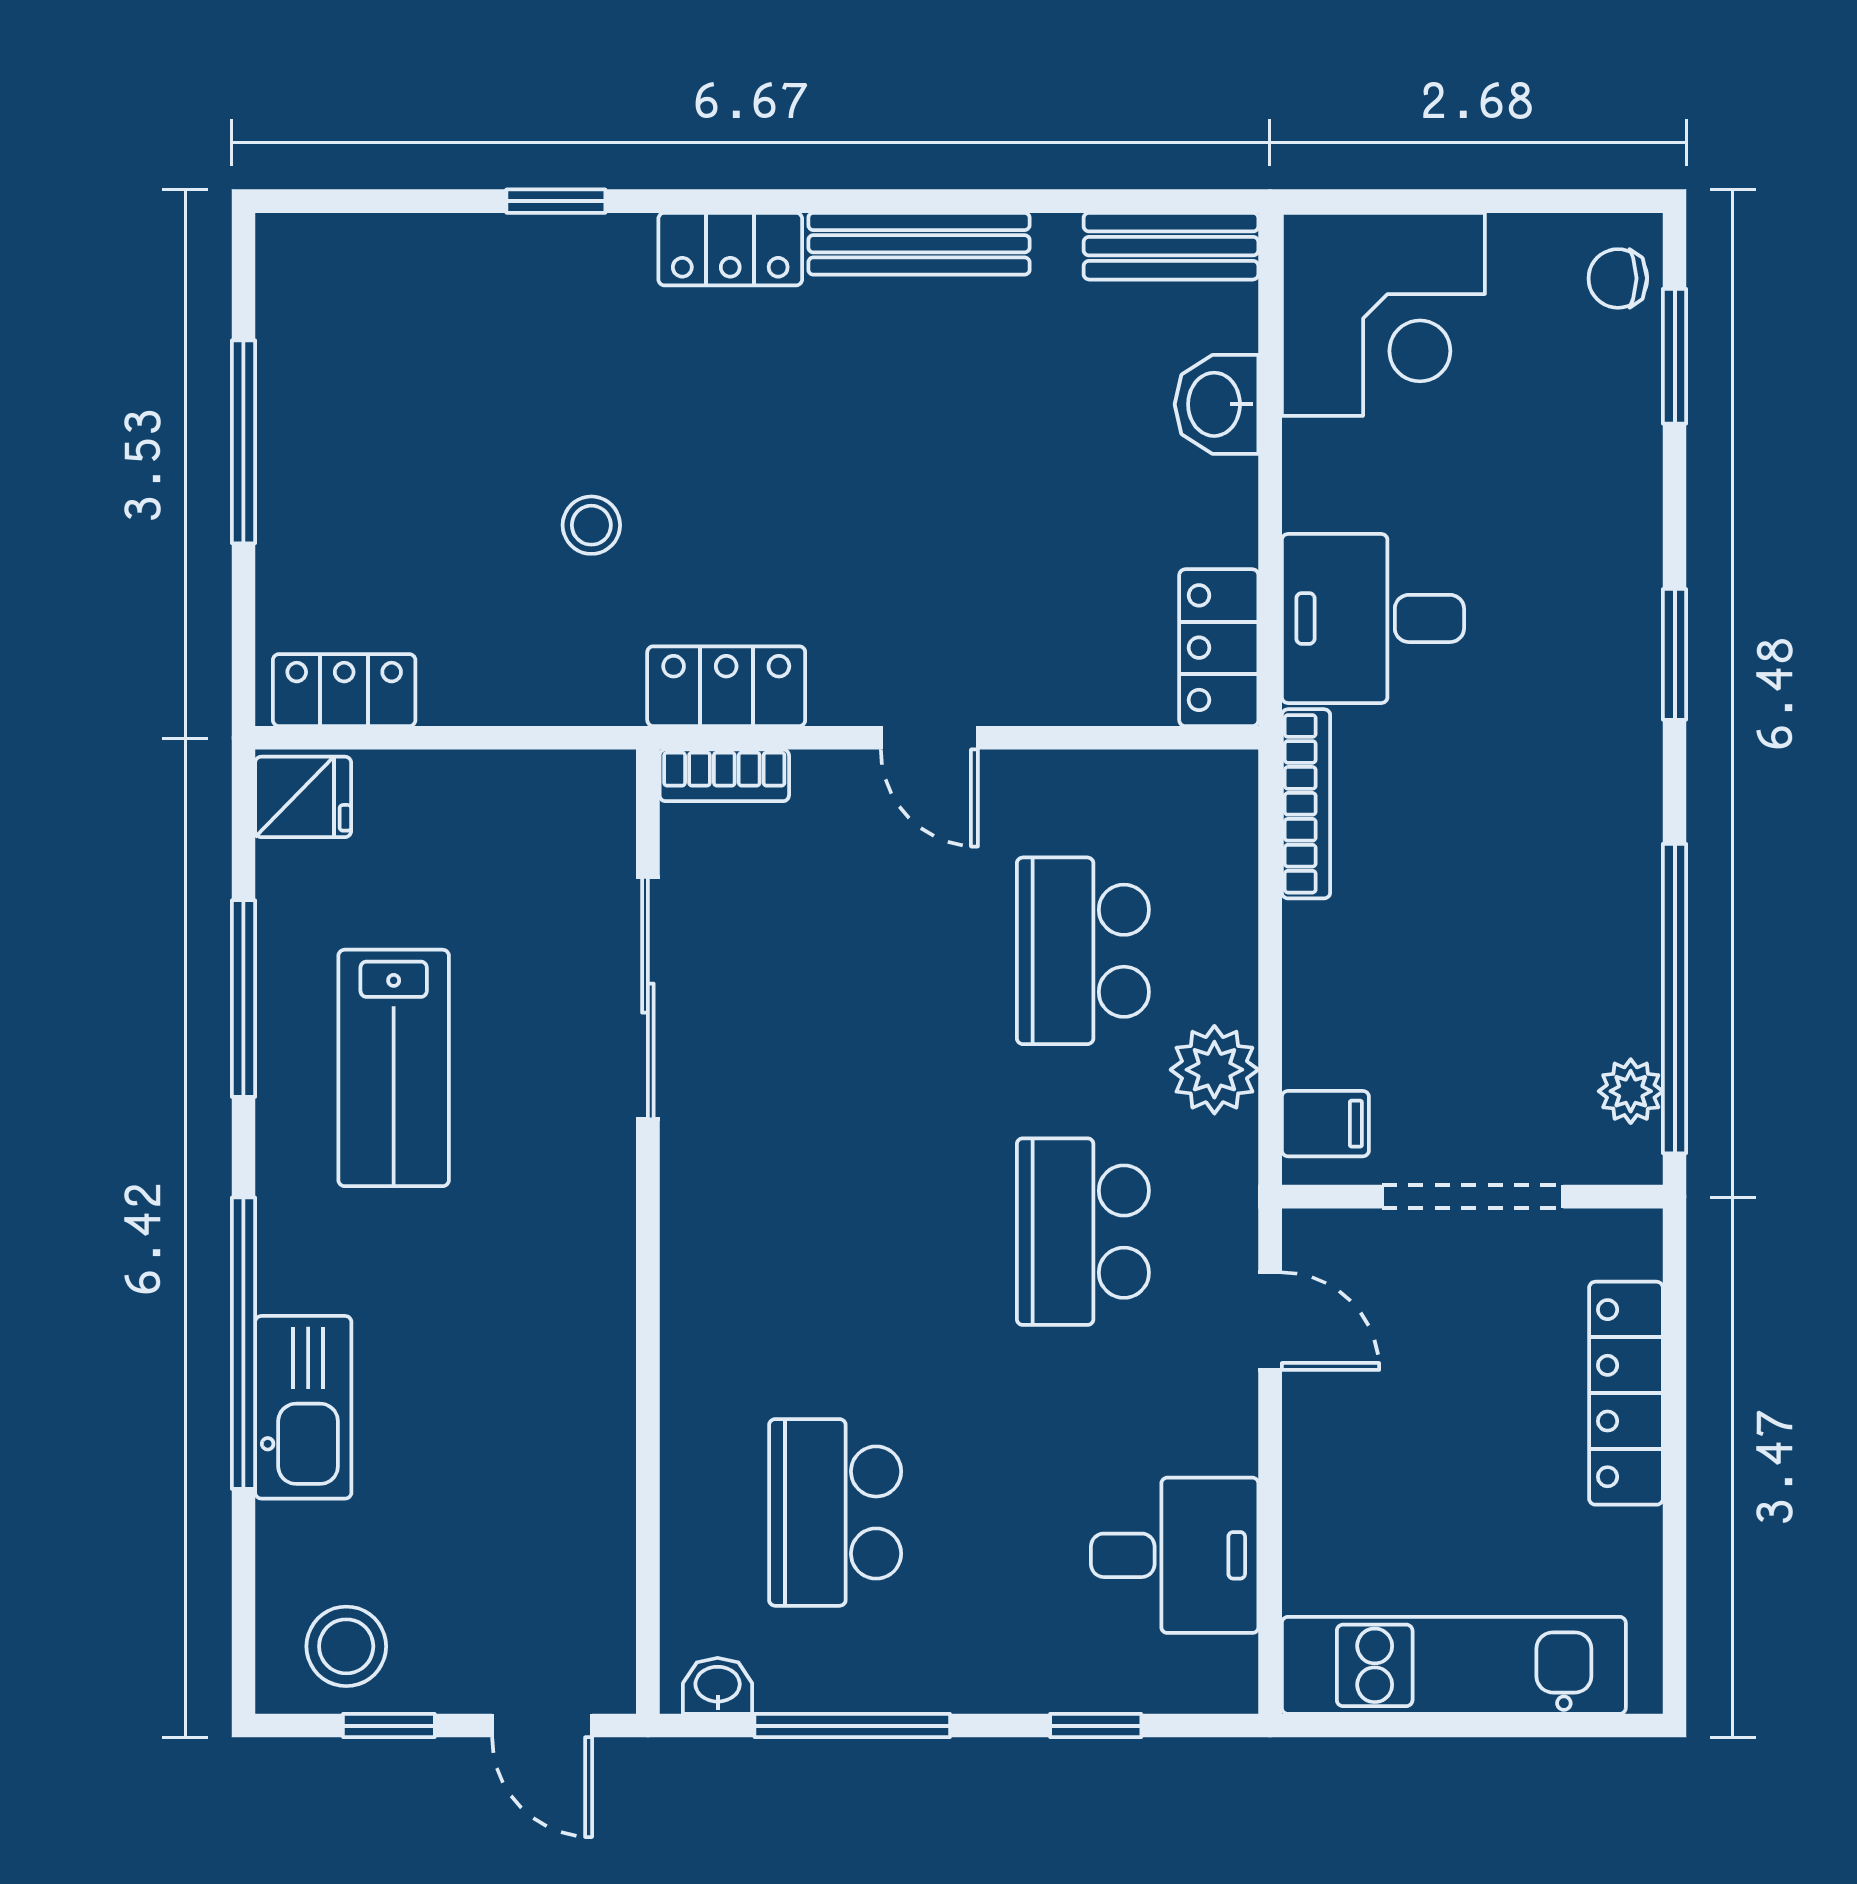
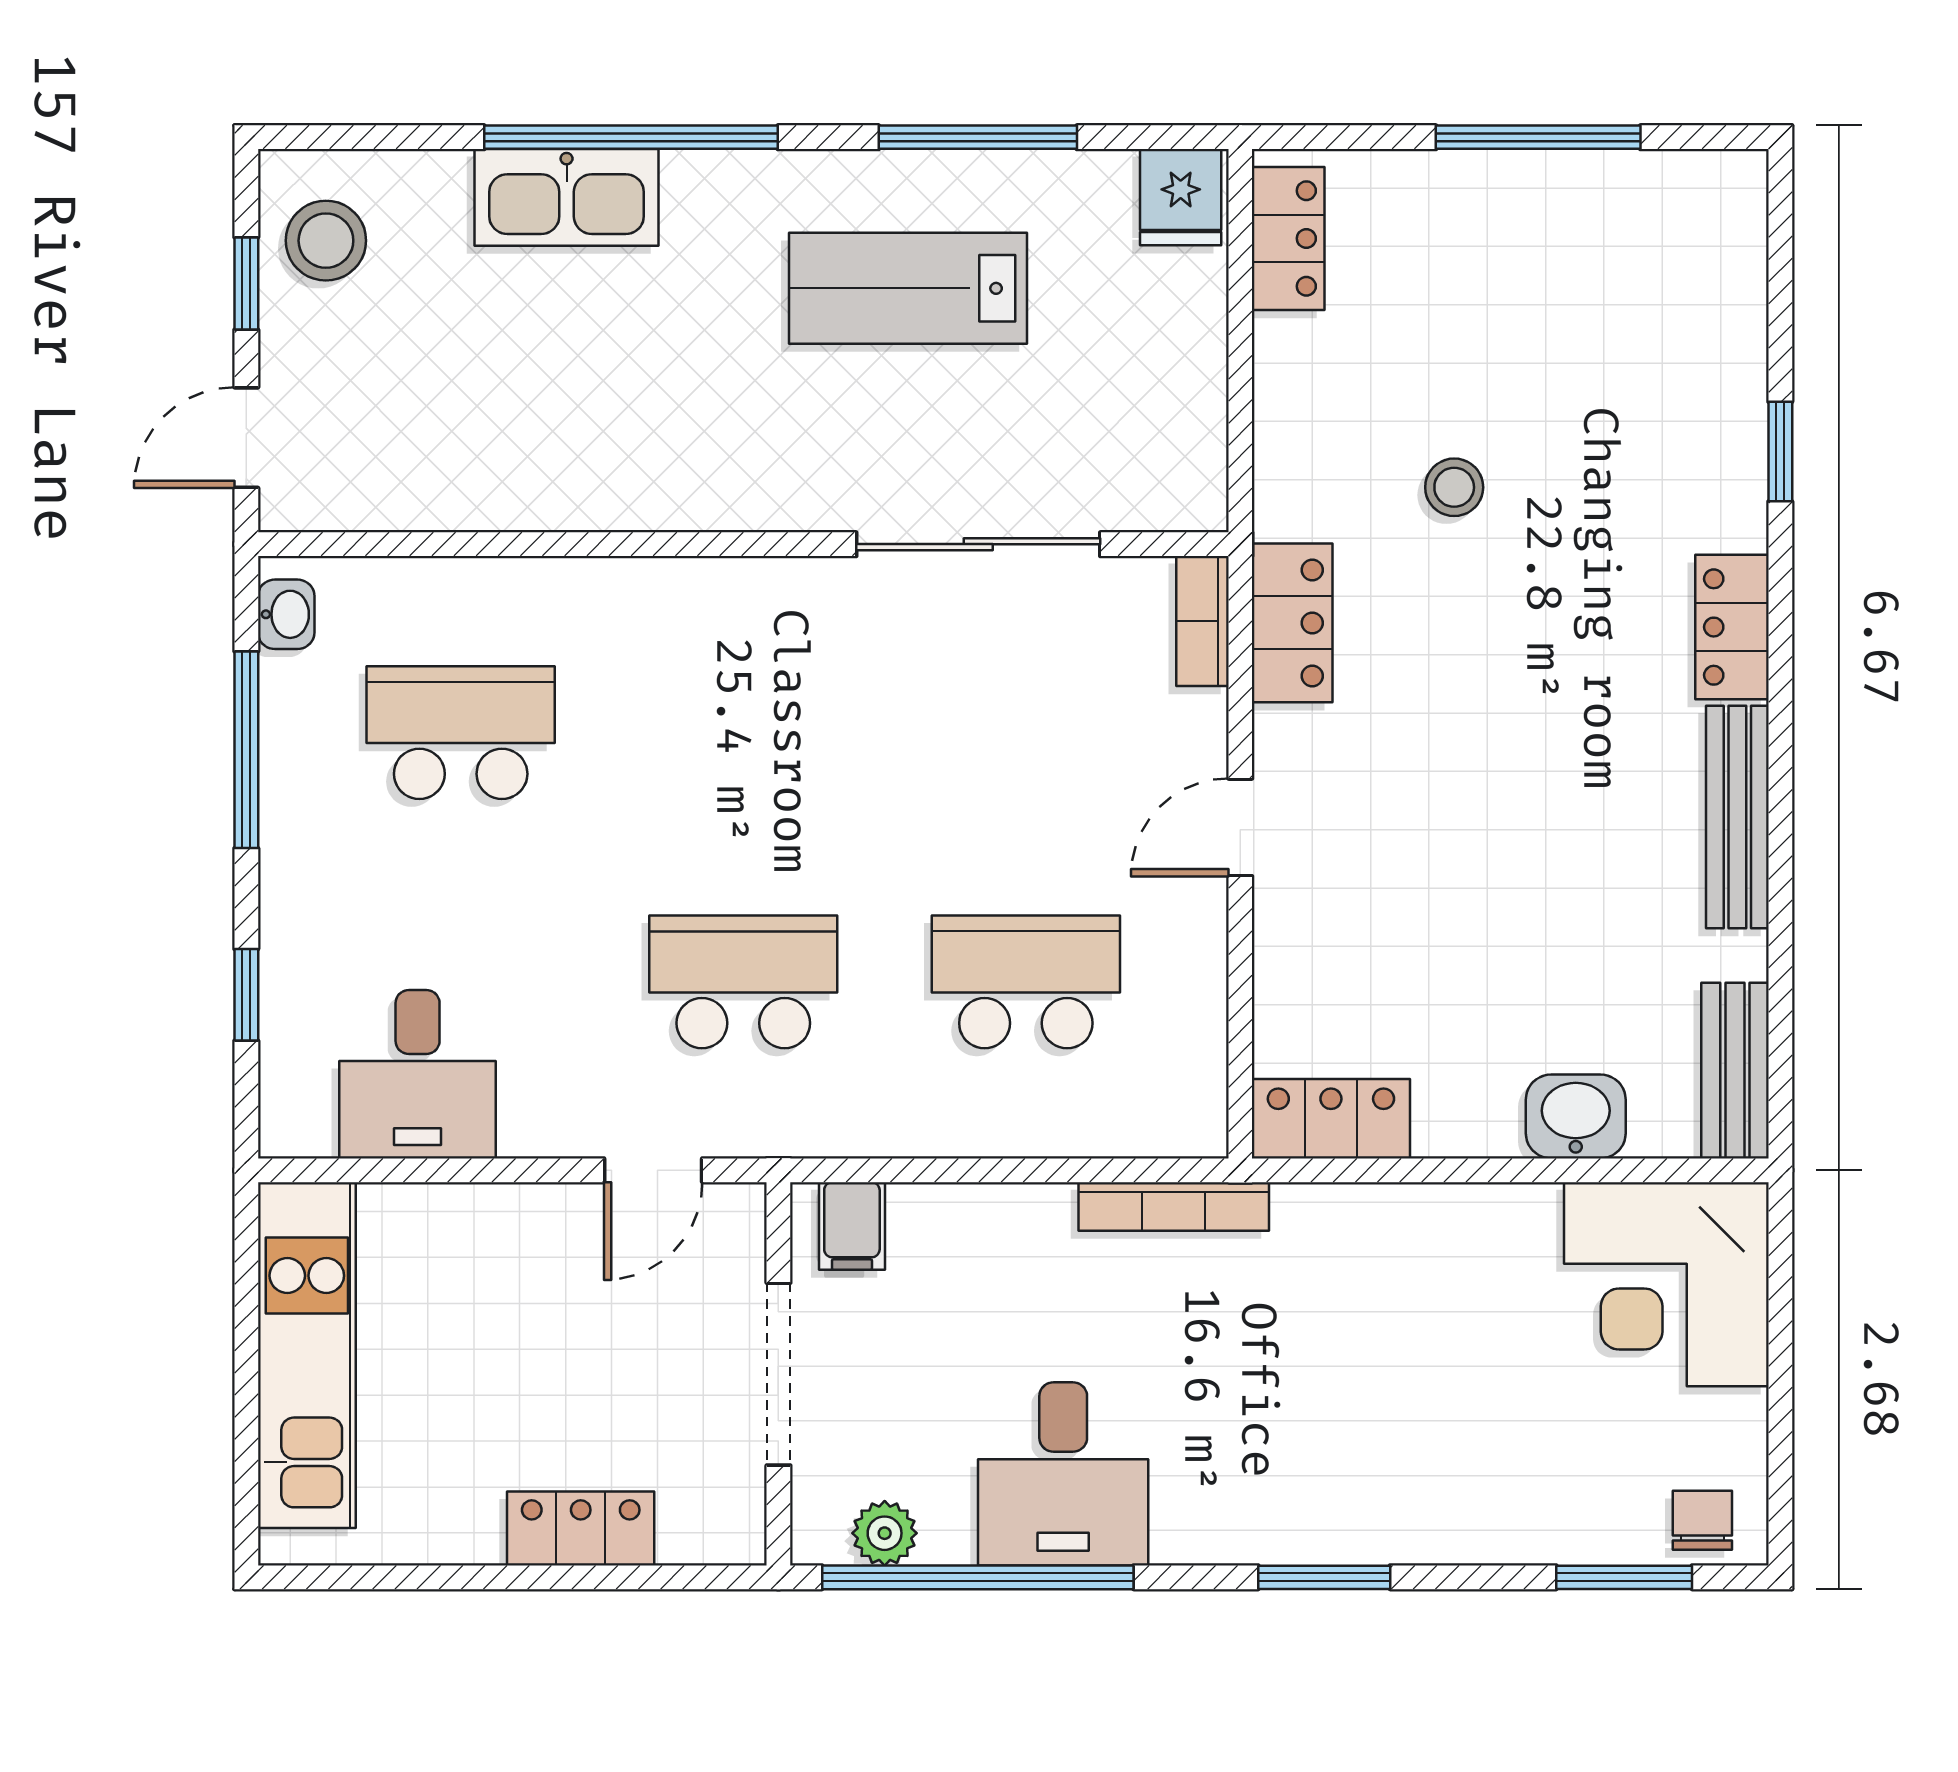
desk: (1373, 618) -> (1063, 1474), moved, turned 180
plant: (1214, 1070) -> (906, 1114), removed
locker: (1626, 1393) -> (581, 1528), width x0.66

